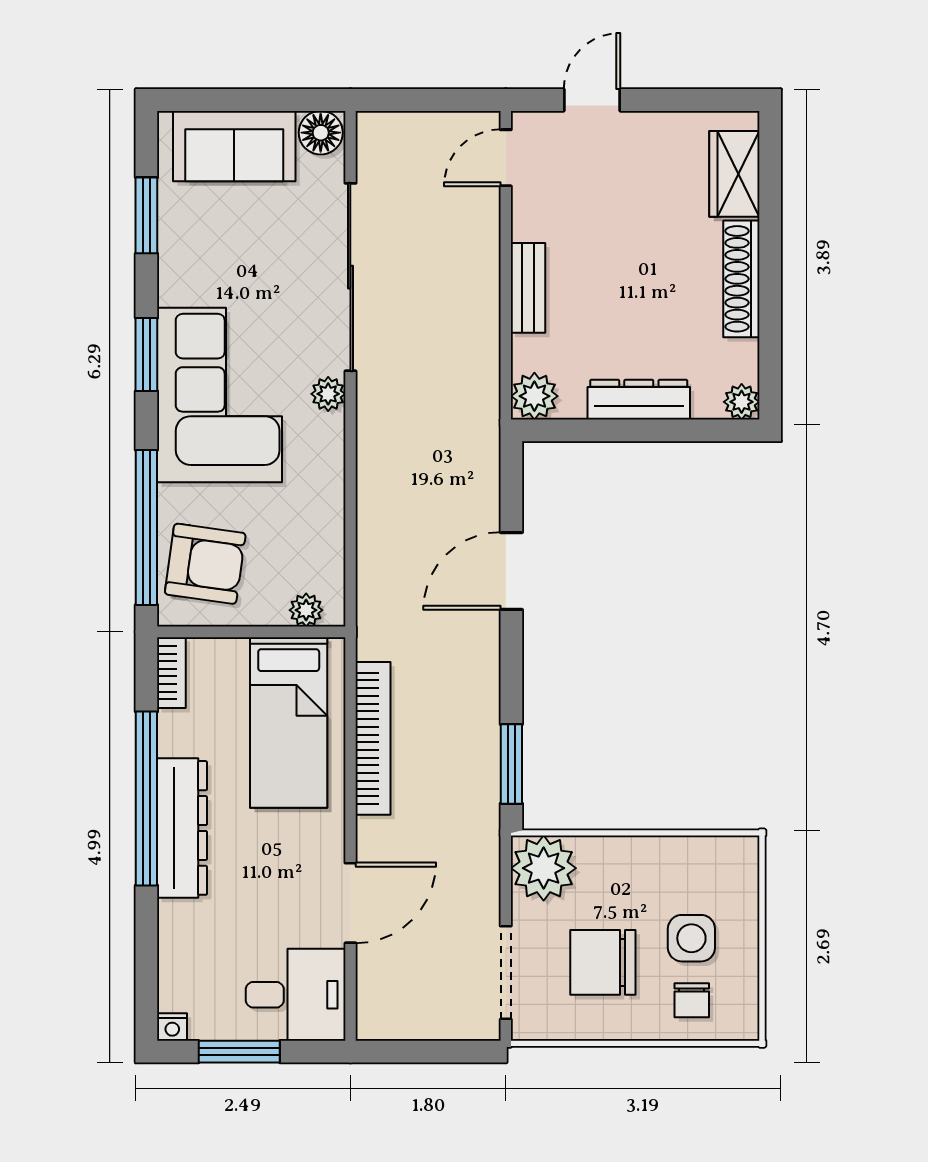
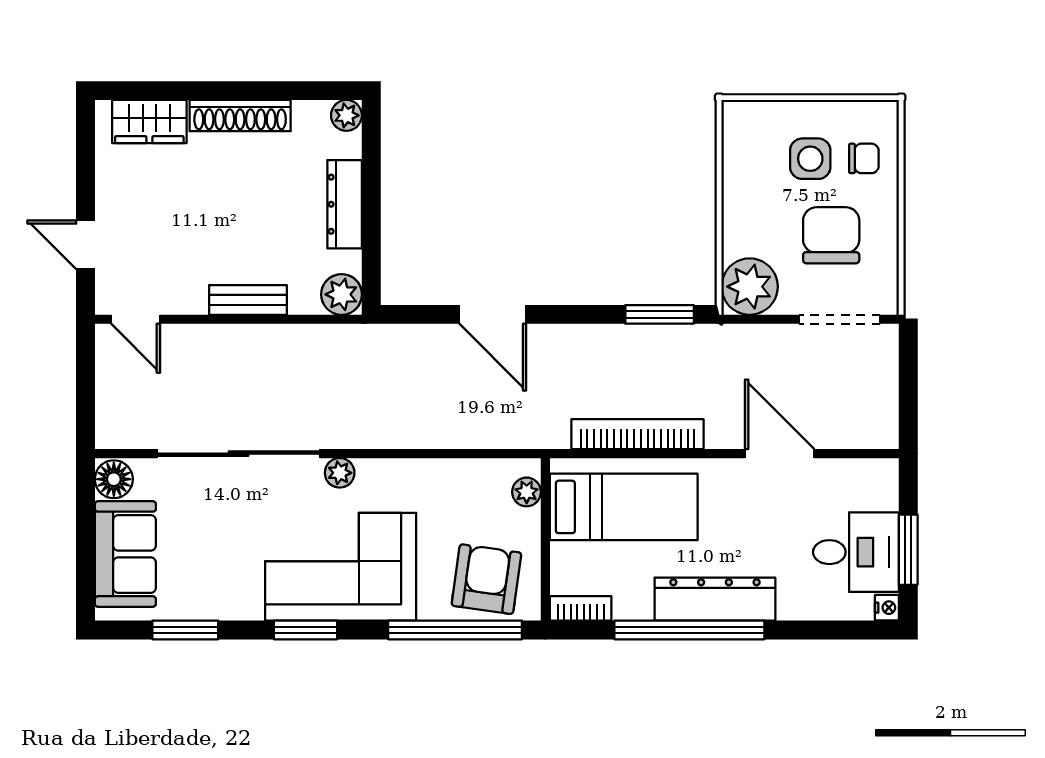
chair: (603, 962) -> (831, 235), turned 180
desk: (296, 995) -> (856, 552), moved, turned 90

